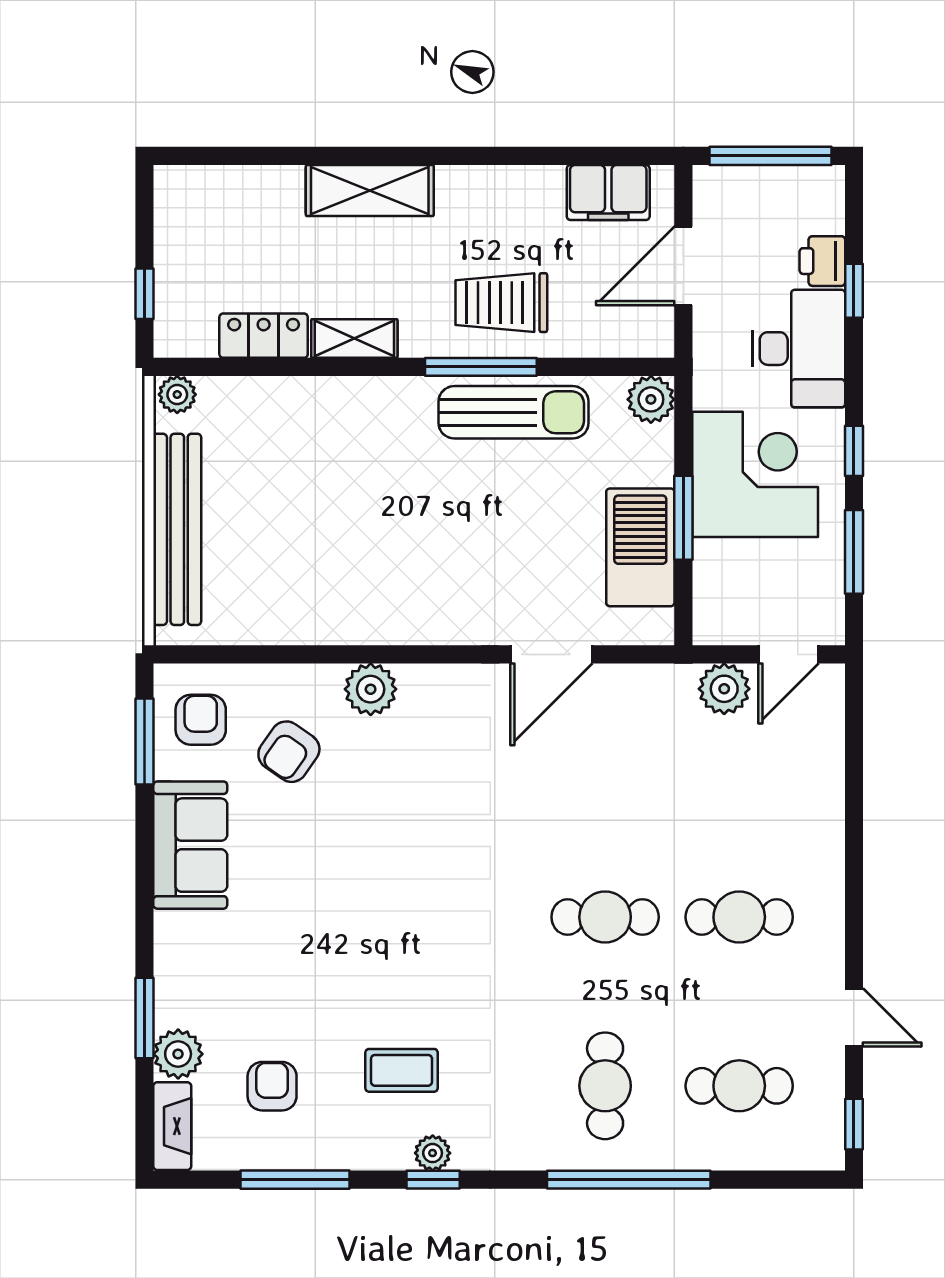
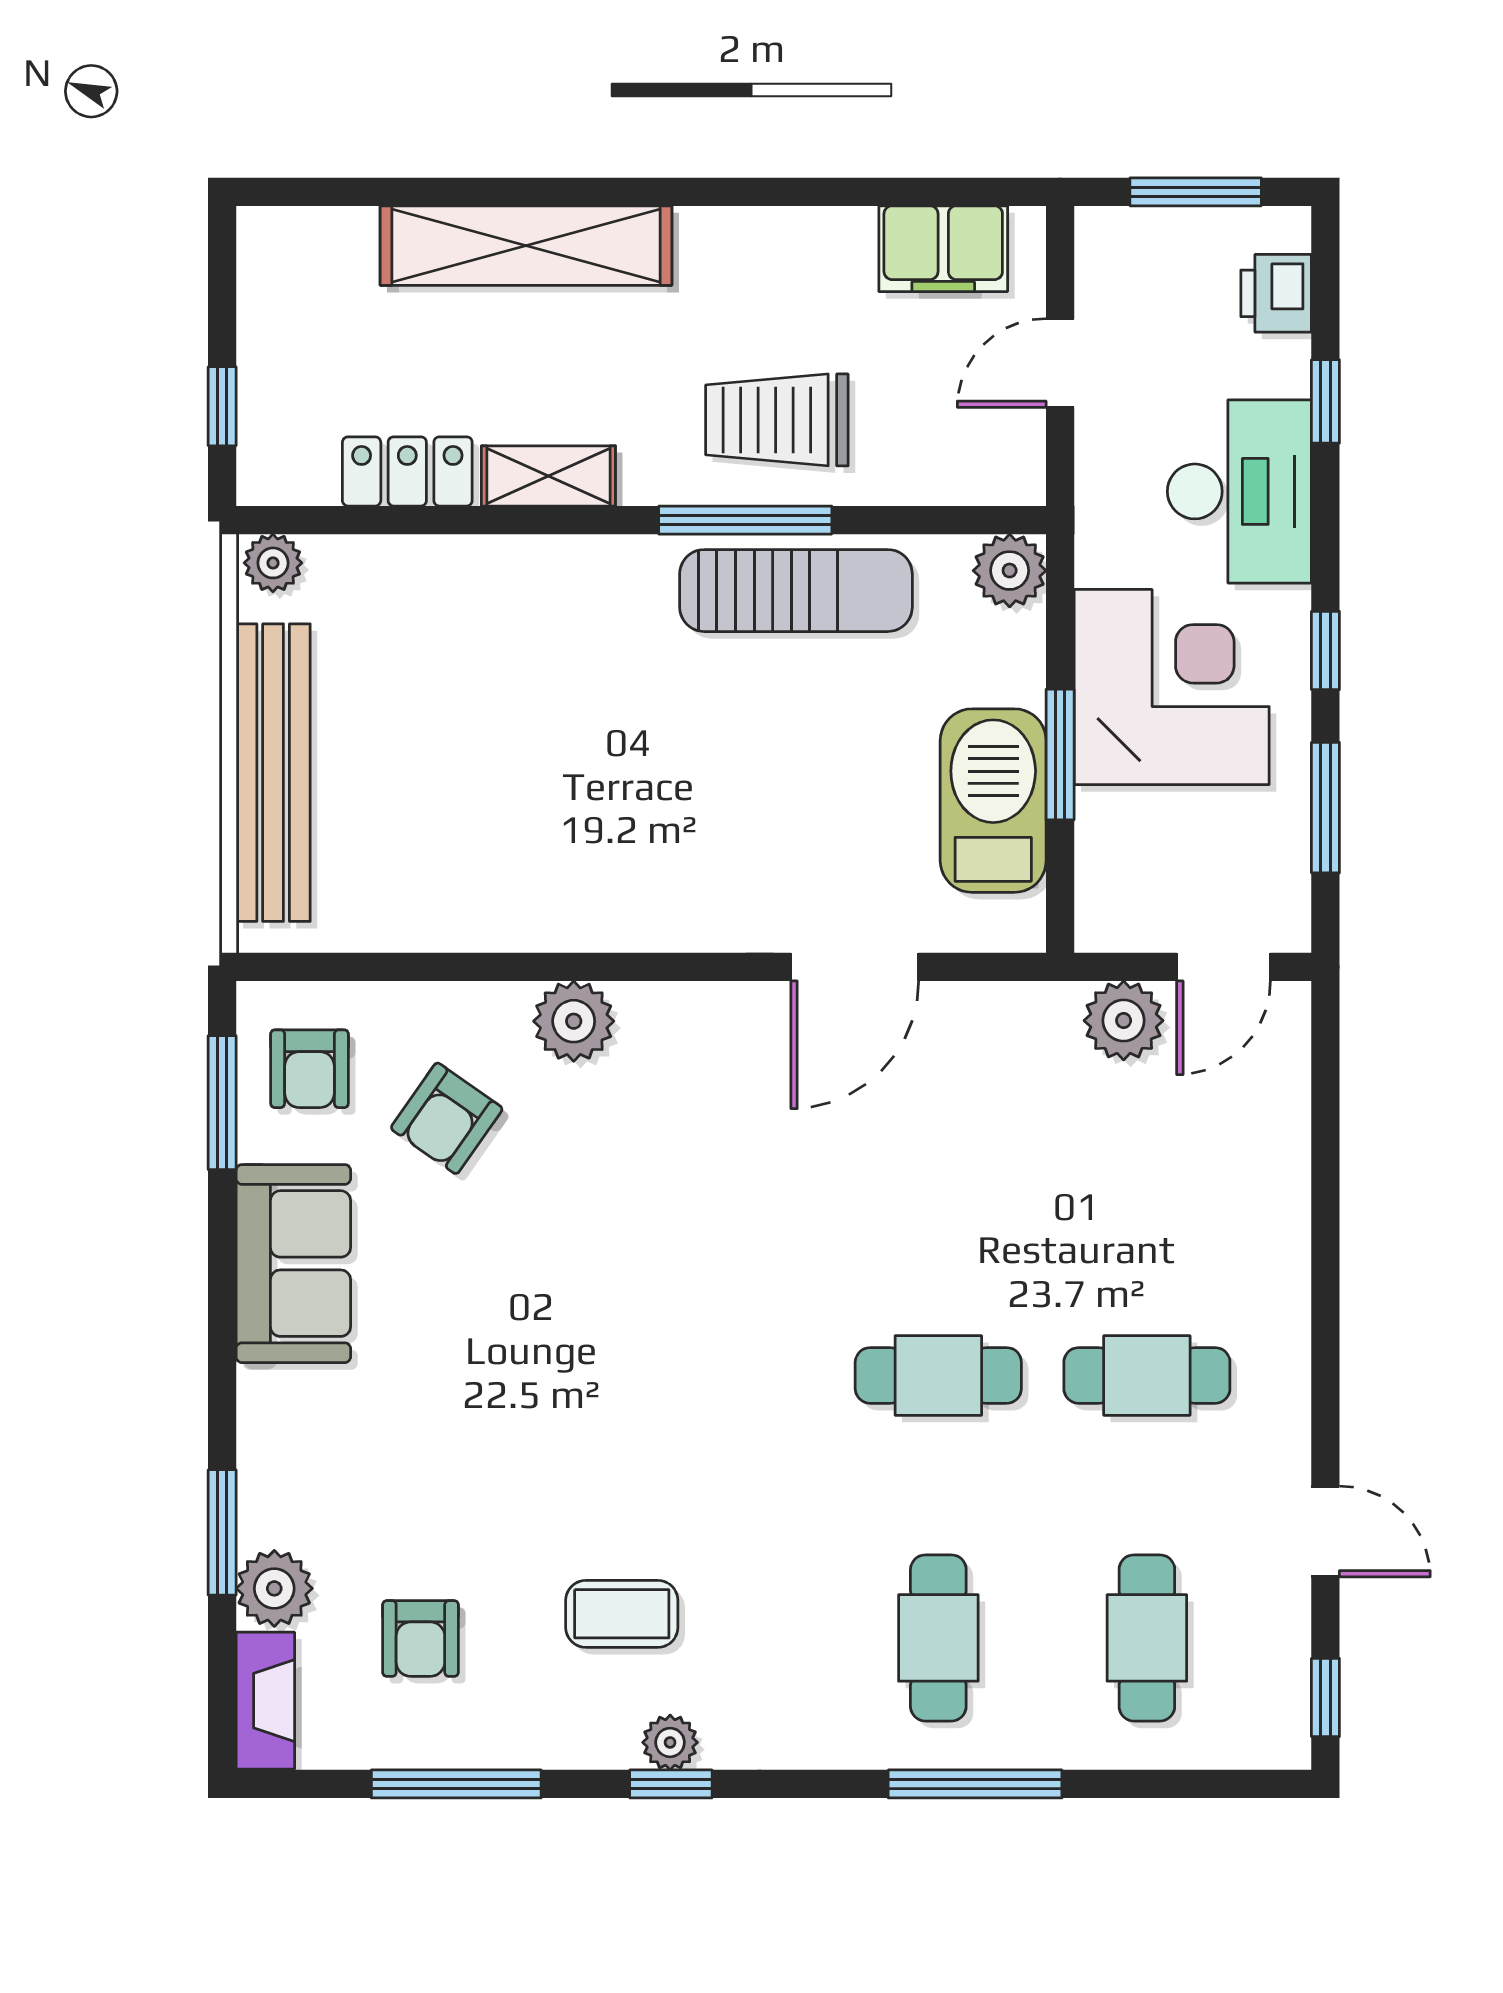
window: (771, 156) -> (1196, 192), width x0.69
shelving: (370, 190) -> (526, 246), width x1.47
printer: (822, 261) -> (1276, 293), moved
door: (683, 266) -> (1060, 363), width x0.73
armchair: (201, 720) -> (310, 1069), turned 180
armchair: (272, 1086) -> (420, 1639), turned 180
cafe table: (739, 1086) -> (1147, 1638), turned 90
window: (629, 1180) -> (975, 1784), width x0.68

